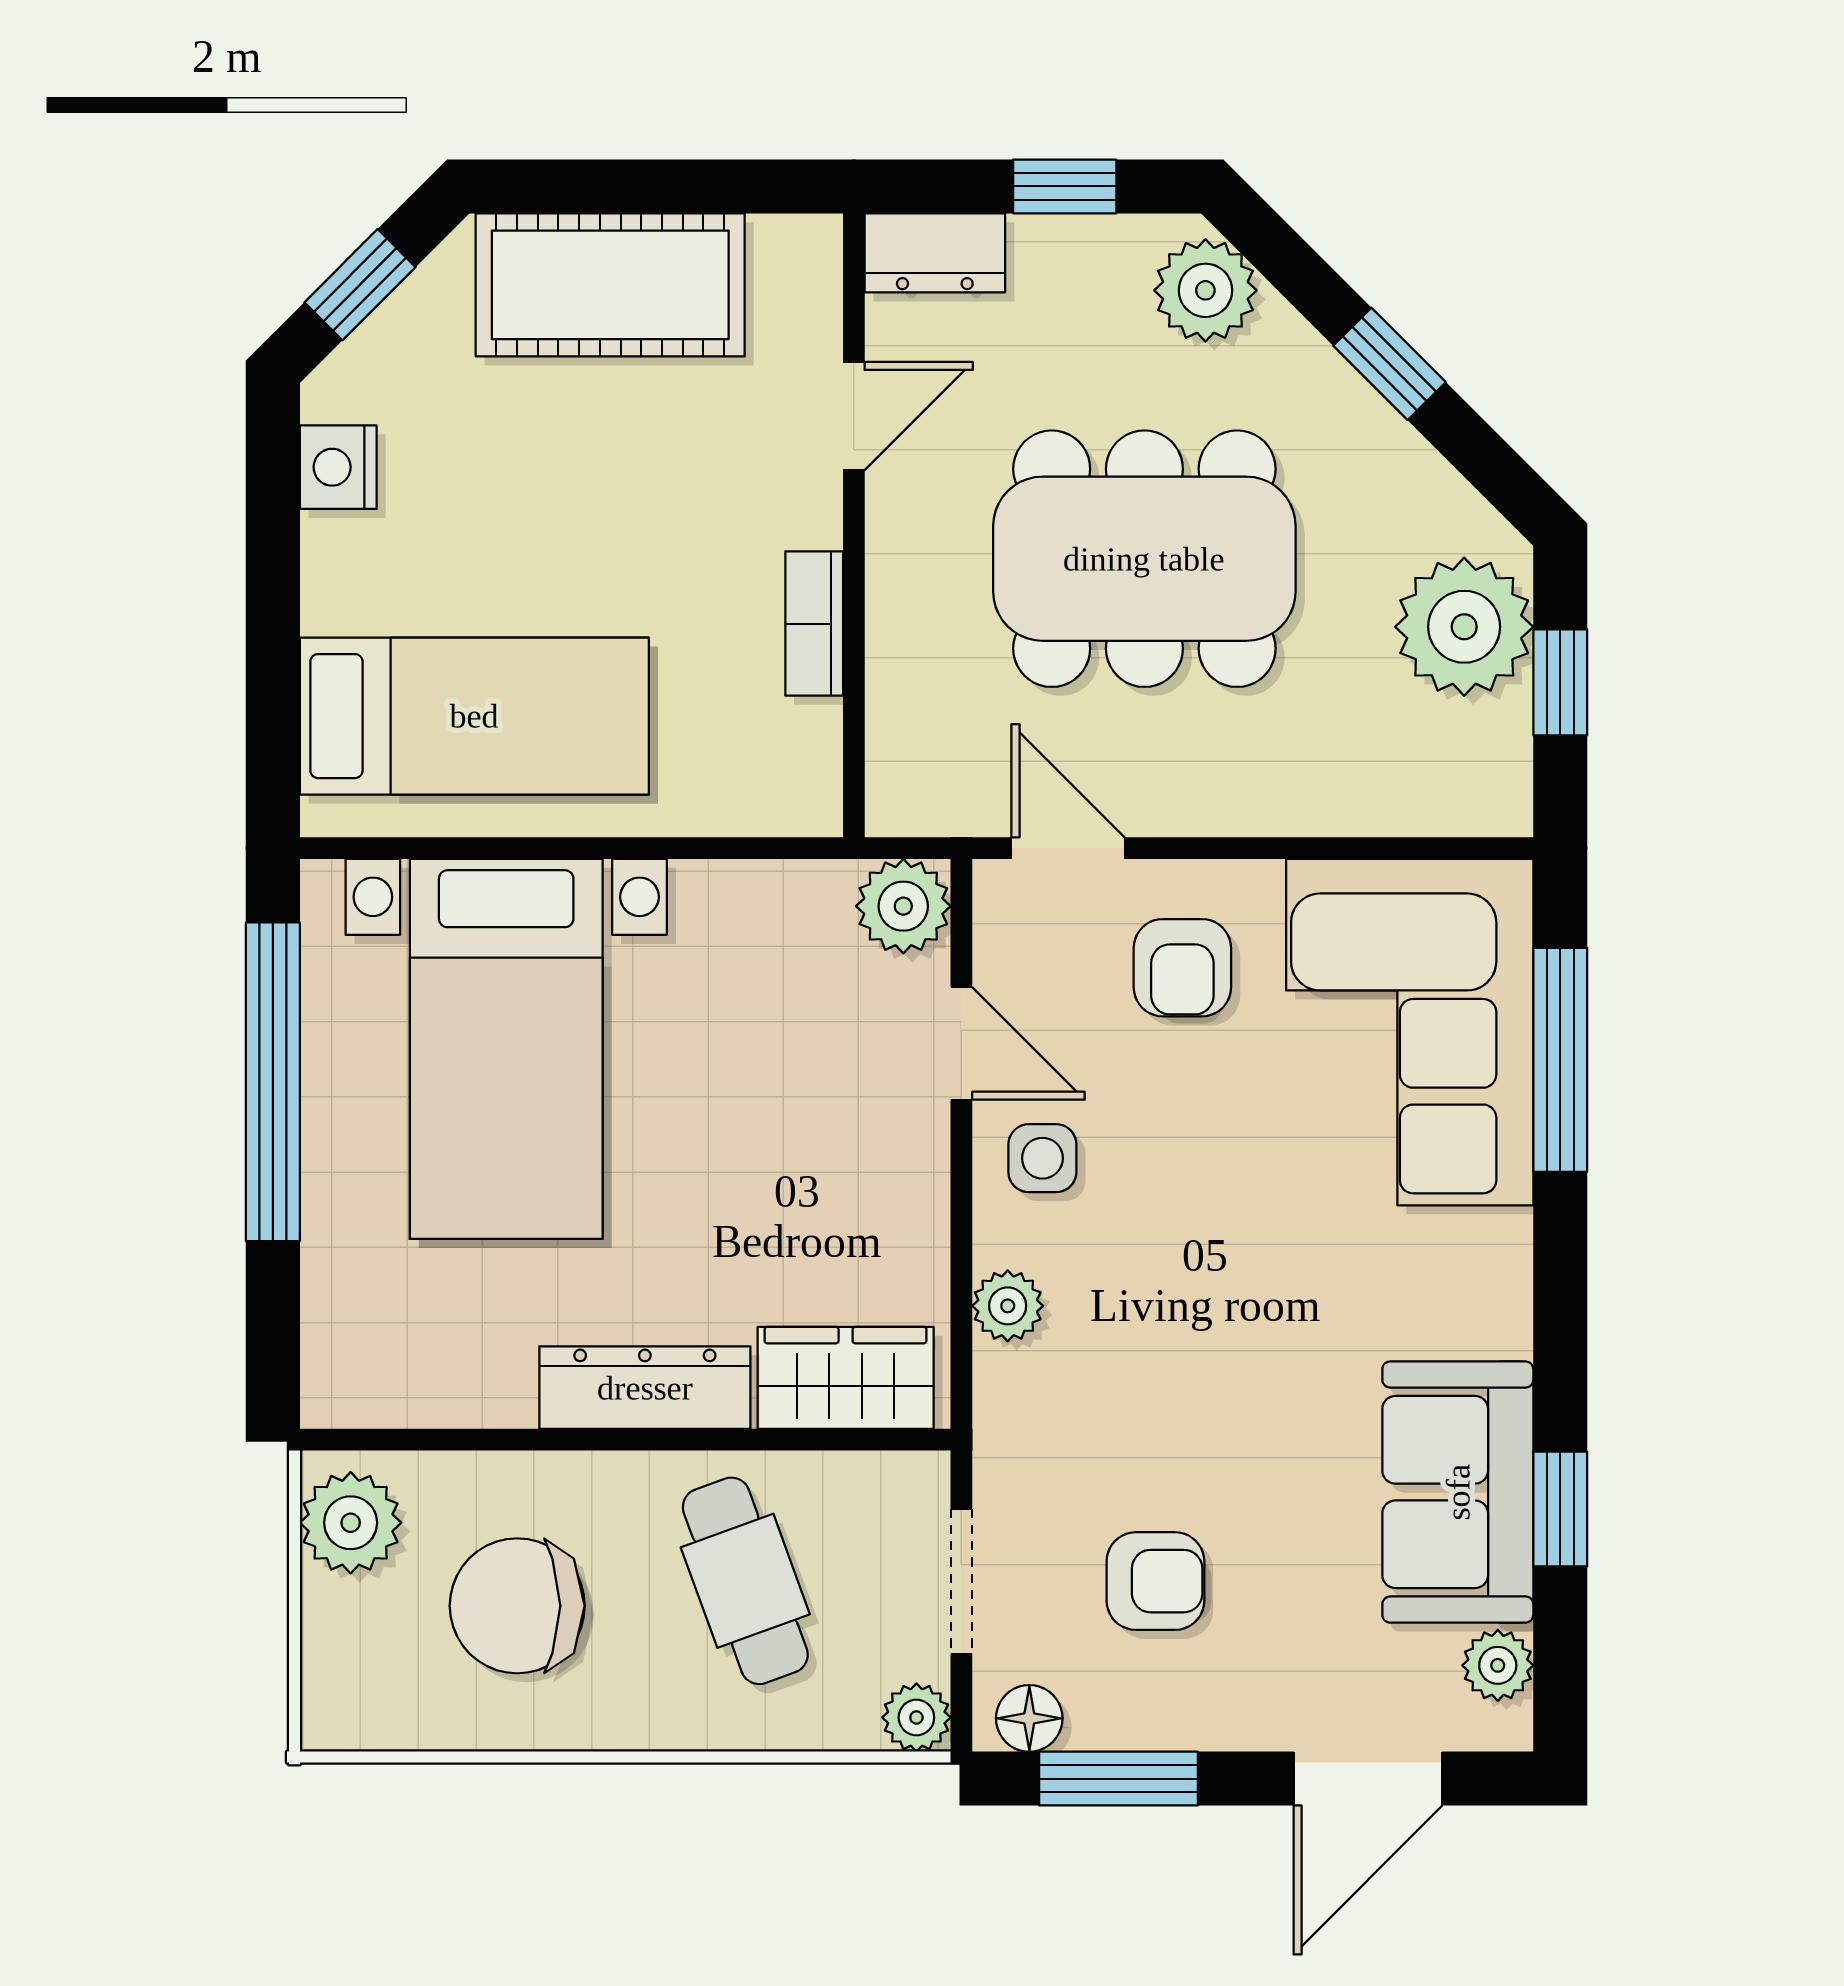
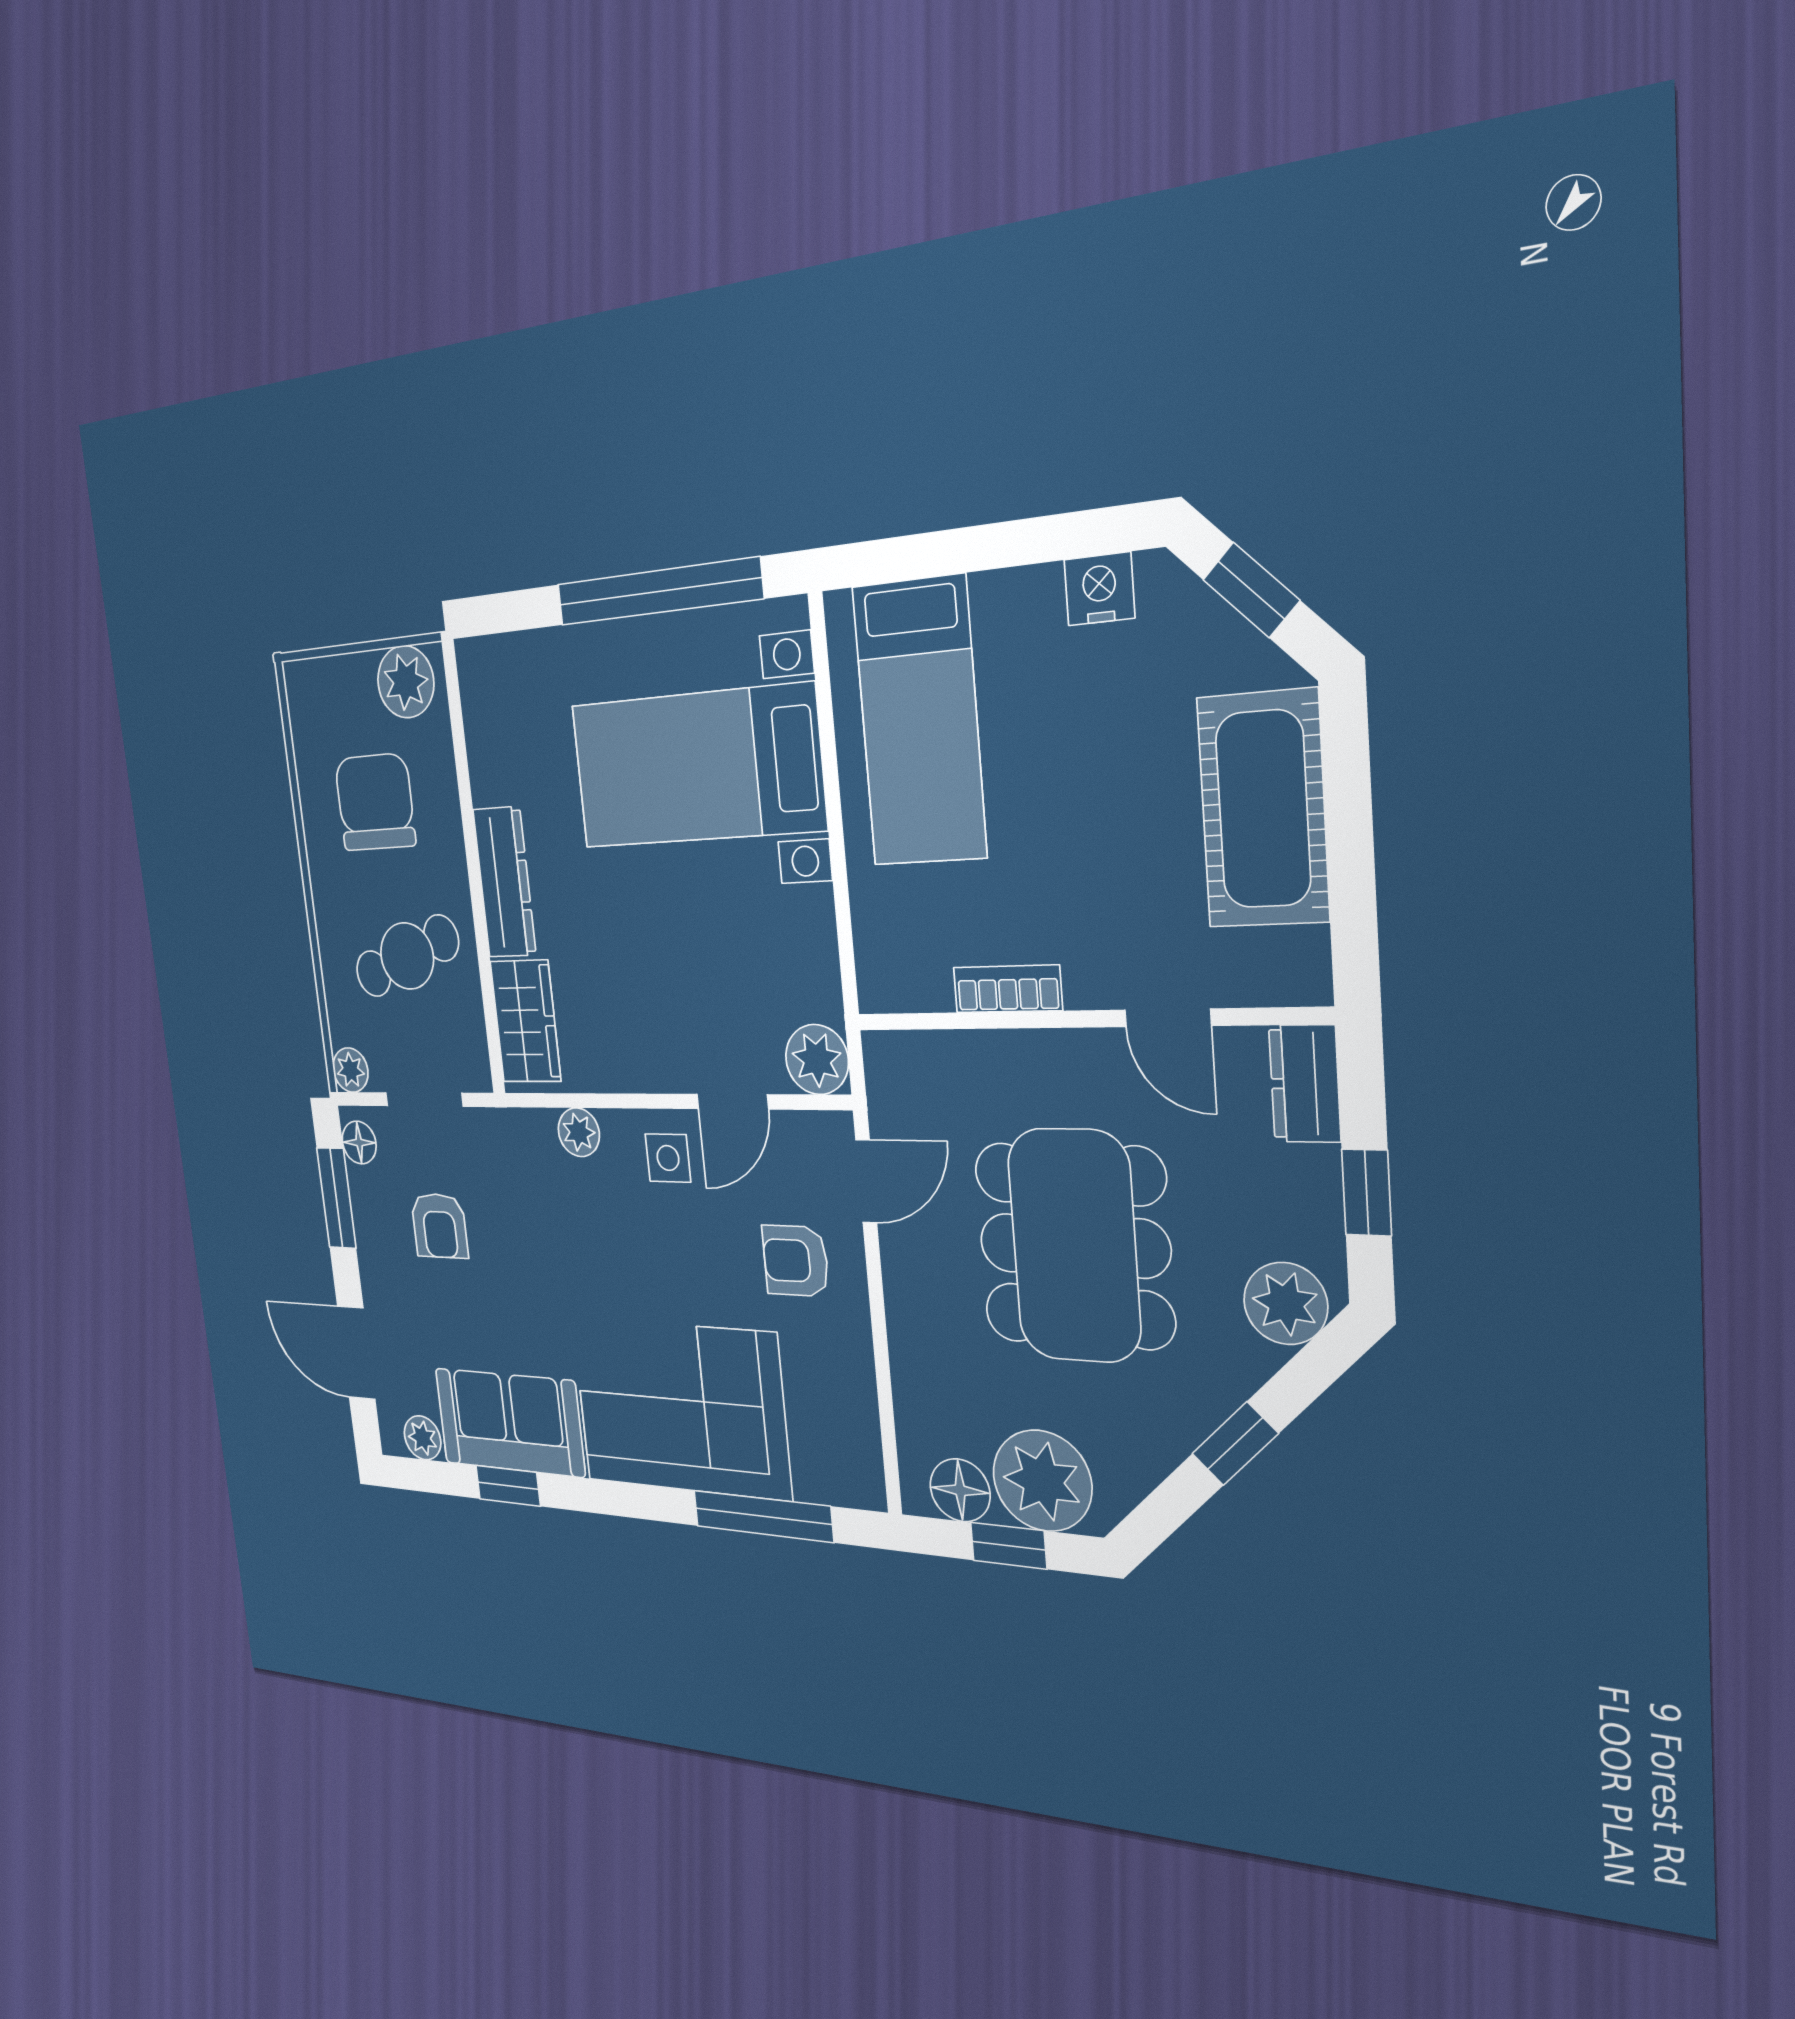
floor lamp: (1489, 747) -> (960, 1490), added
corner sofa: (1410, 1032) -> (680, 1408), moved

